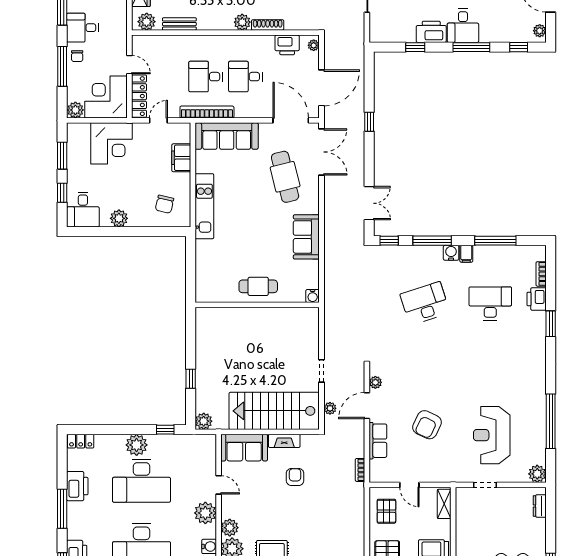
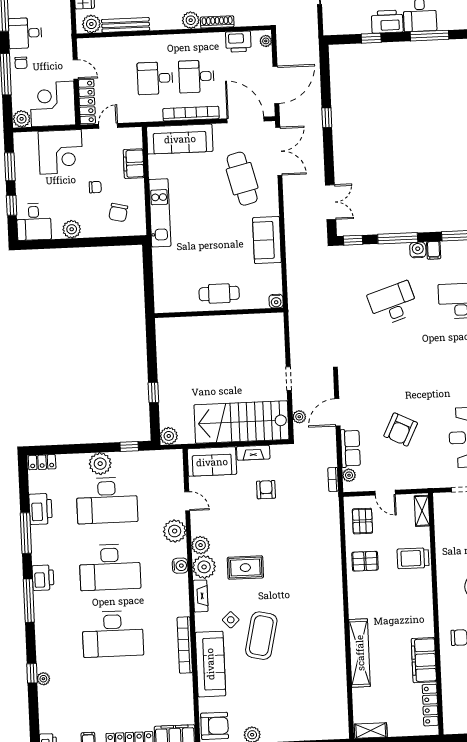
bench: (179, 24) -> (126, 25), width x1.36
bookcase: (207, 112) -> (191, 114), moved
chair: (143, 179) -> (95, 187), added
plant: (375, 382) -> (349, 475), moved

